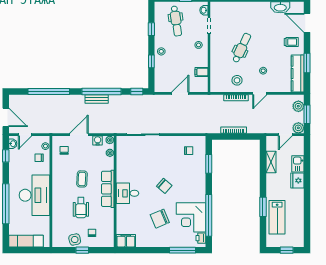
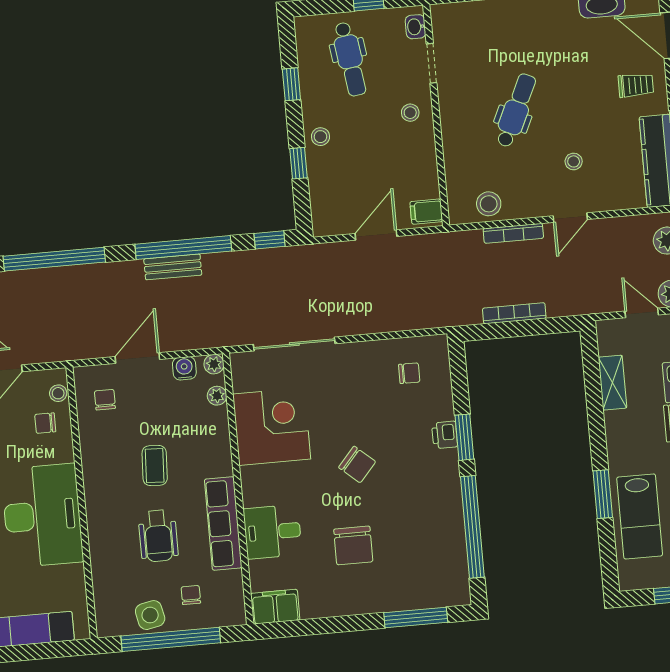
filing cabinet: (201, 72) -> (426, 212), moved
stool: (237, 80) -> (489, 204), moved
door: (285, 135) -> (642, 313), swing flipped
window: (209, 164) -> (464, 437), moved
row of seats: (108, 189) -> (223, 523), moved
desk: (127, 193) -> (273, 532), moved
corner desk: (191, 217) -> (272, 427), moved, turned 180
chair: (160, 219) -> (353, 545), turned -67
printer: (201, 238) -> (445, 435), moved
window: (82, 250) -> (171, 639), width x3.17

